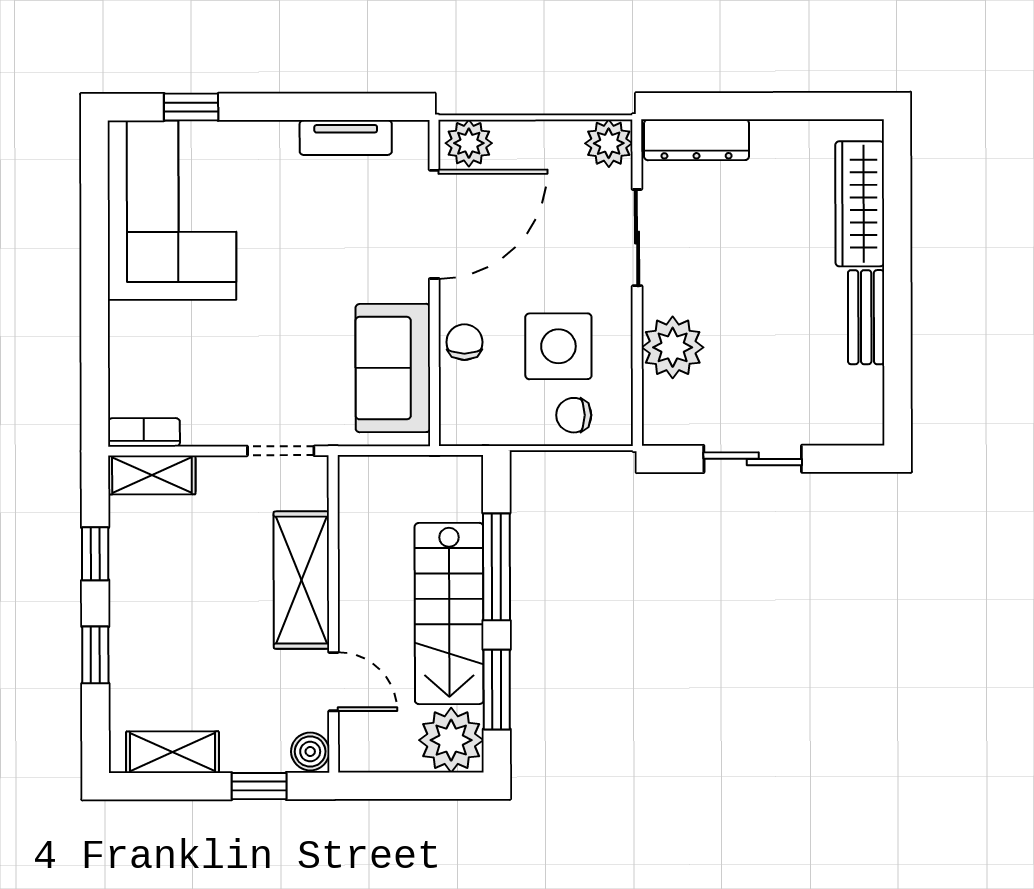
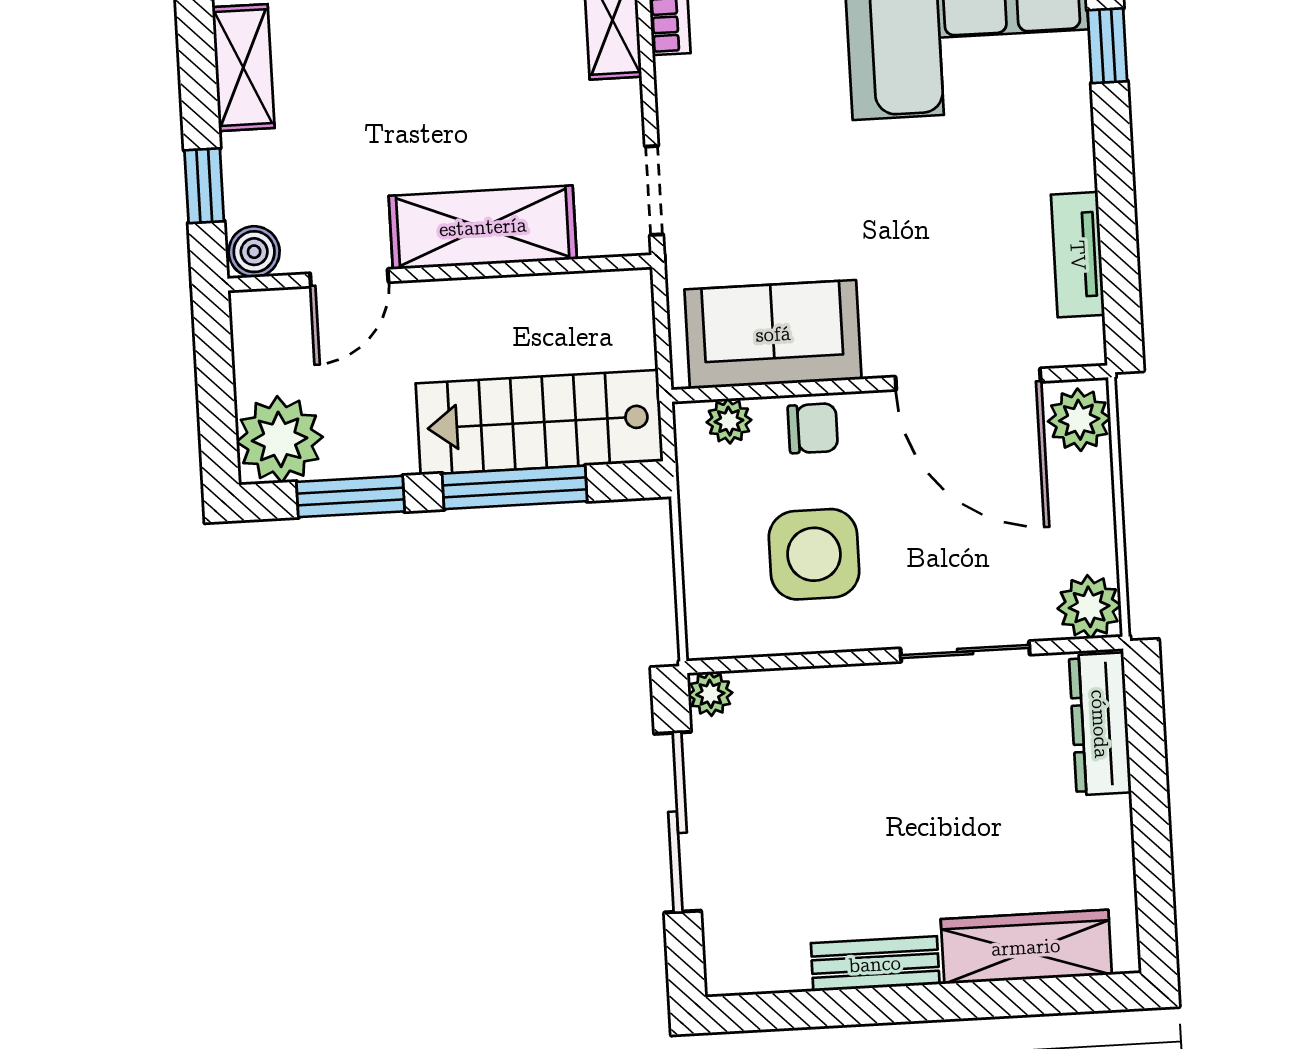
plant: (673, 347) -> (710, 694), moved, width x0.53, depth x0.53
plant: (456, 404) -> (729, 421), added
chair: (574, 415) -> (723, 580), removed
sliding door: (753, 459) -> (678, 822), width x1.37
stairs: (449, 613) -> (539, 422), moved

